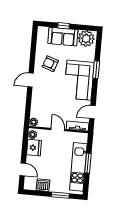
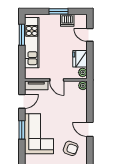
window: (96, 70) -> (22, 130), moved
door: (31, 80) -> (90, 129), swing flipped
window: (88, 163) -> (22, 35), moved
window: (60, 195) -> (59, 11), moved

